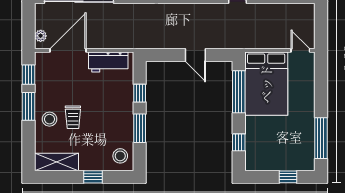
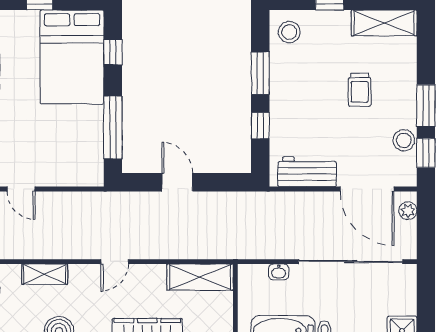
door: (68, 50) -> (367, 189), hinge flipped
bed: (266, 84) -> (72, 57), moved, turned 180
trolley: (73, 117) -> (360, 89), turned 180
stool: (49, 119) -> (404, 140), moved

